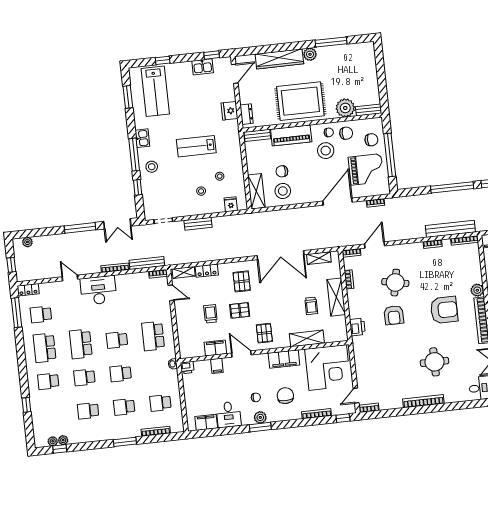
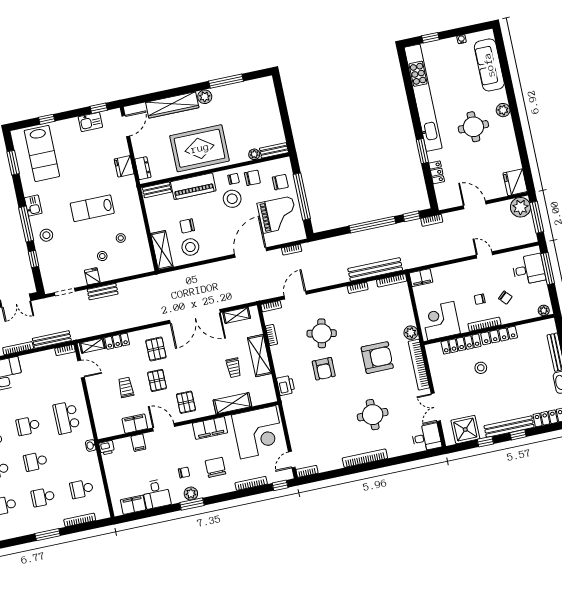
plant: (345, 108) -> (254, 154), width x0.53, depth x0.53
fridge: (231, 204) -> (92, 276), moved
pallet: (240, 310) -> (157, 380), turned 90

